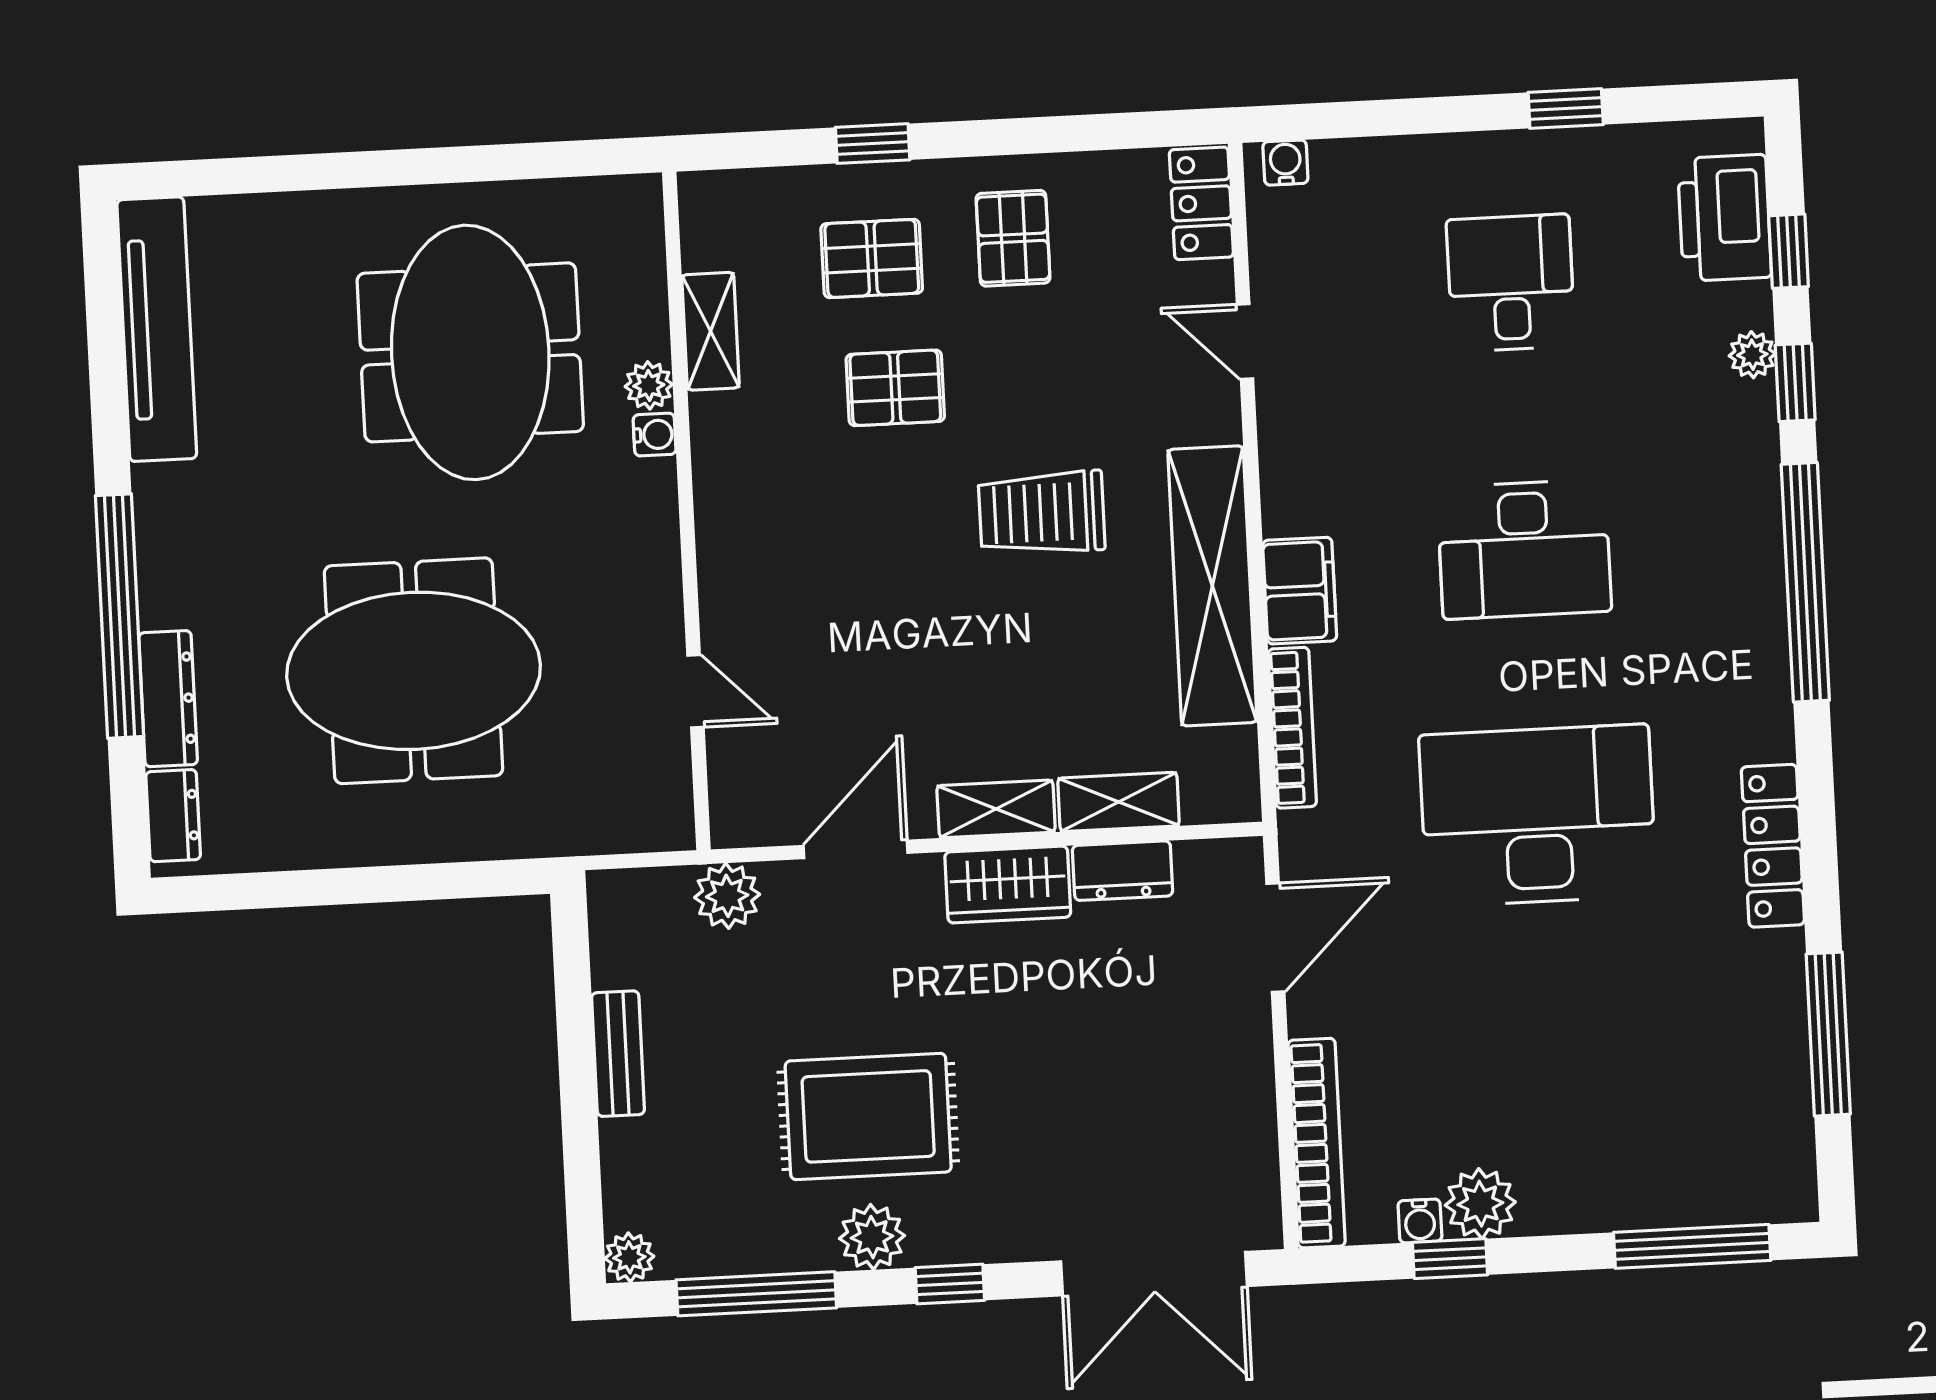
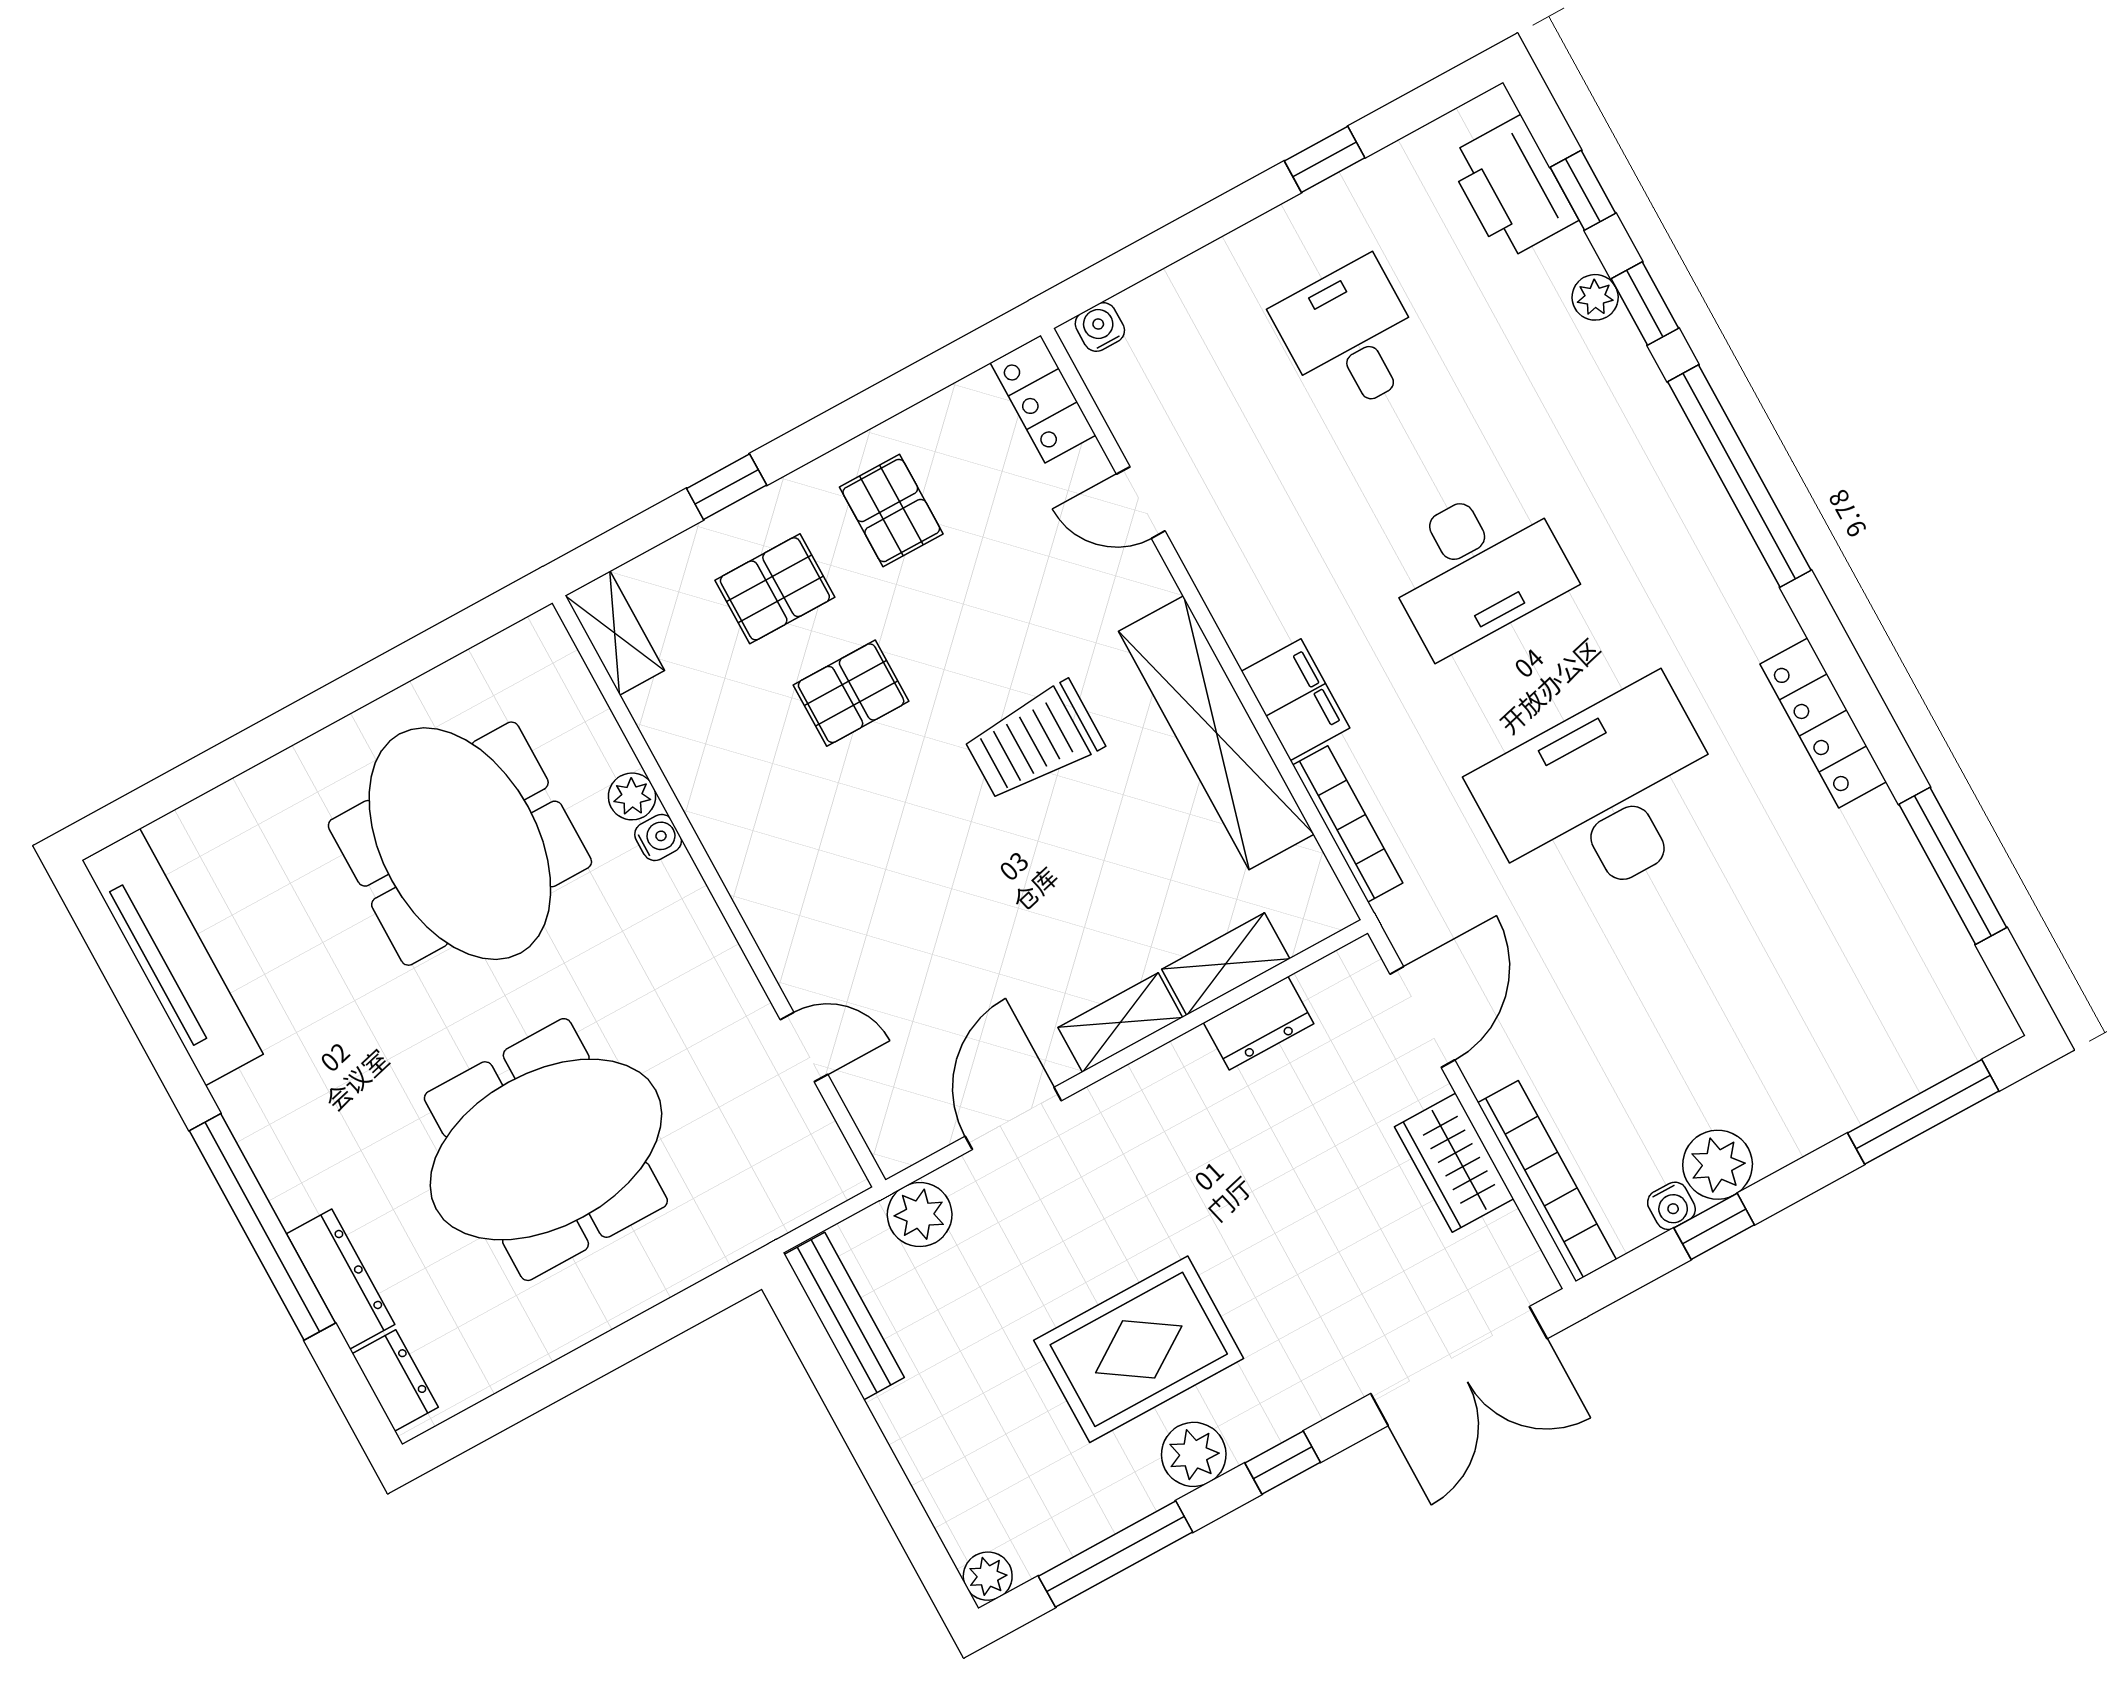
shelving: (711, 331) -> (615, 633), moved
wardrobe: (1008, 885) -> (1454, 1163), moved, turned 90
bench: (618, 1054) -> (844, 1316), moved, width x1.36

